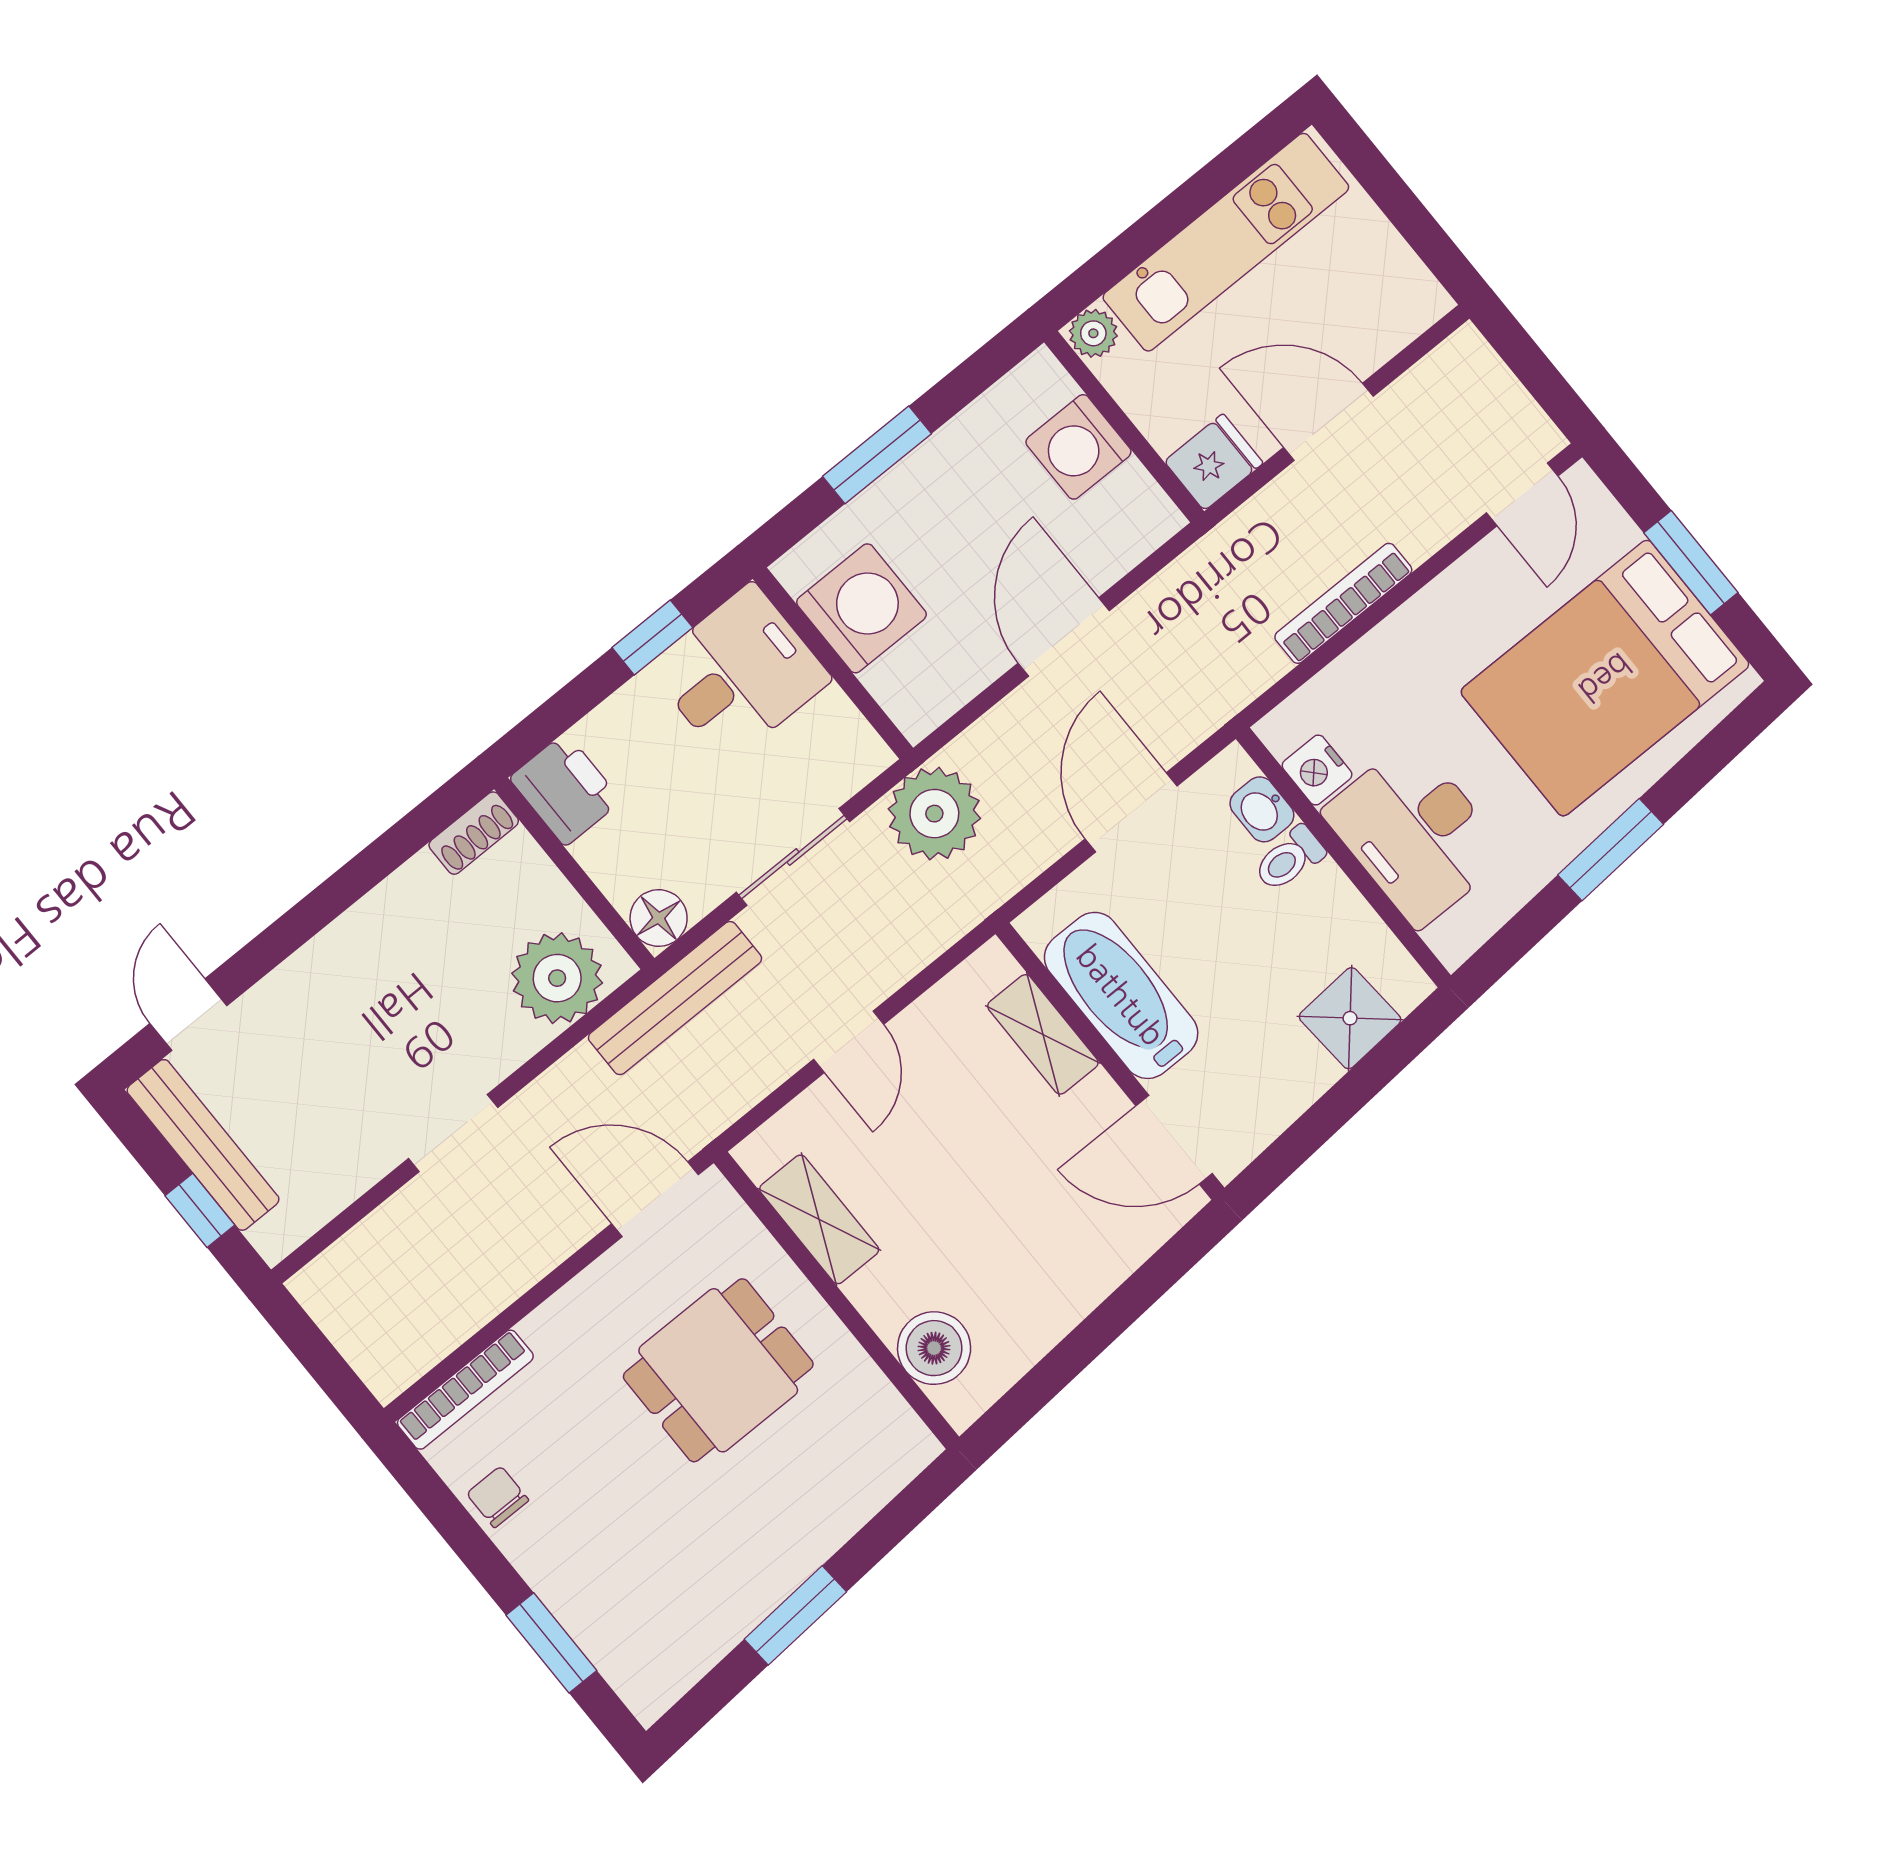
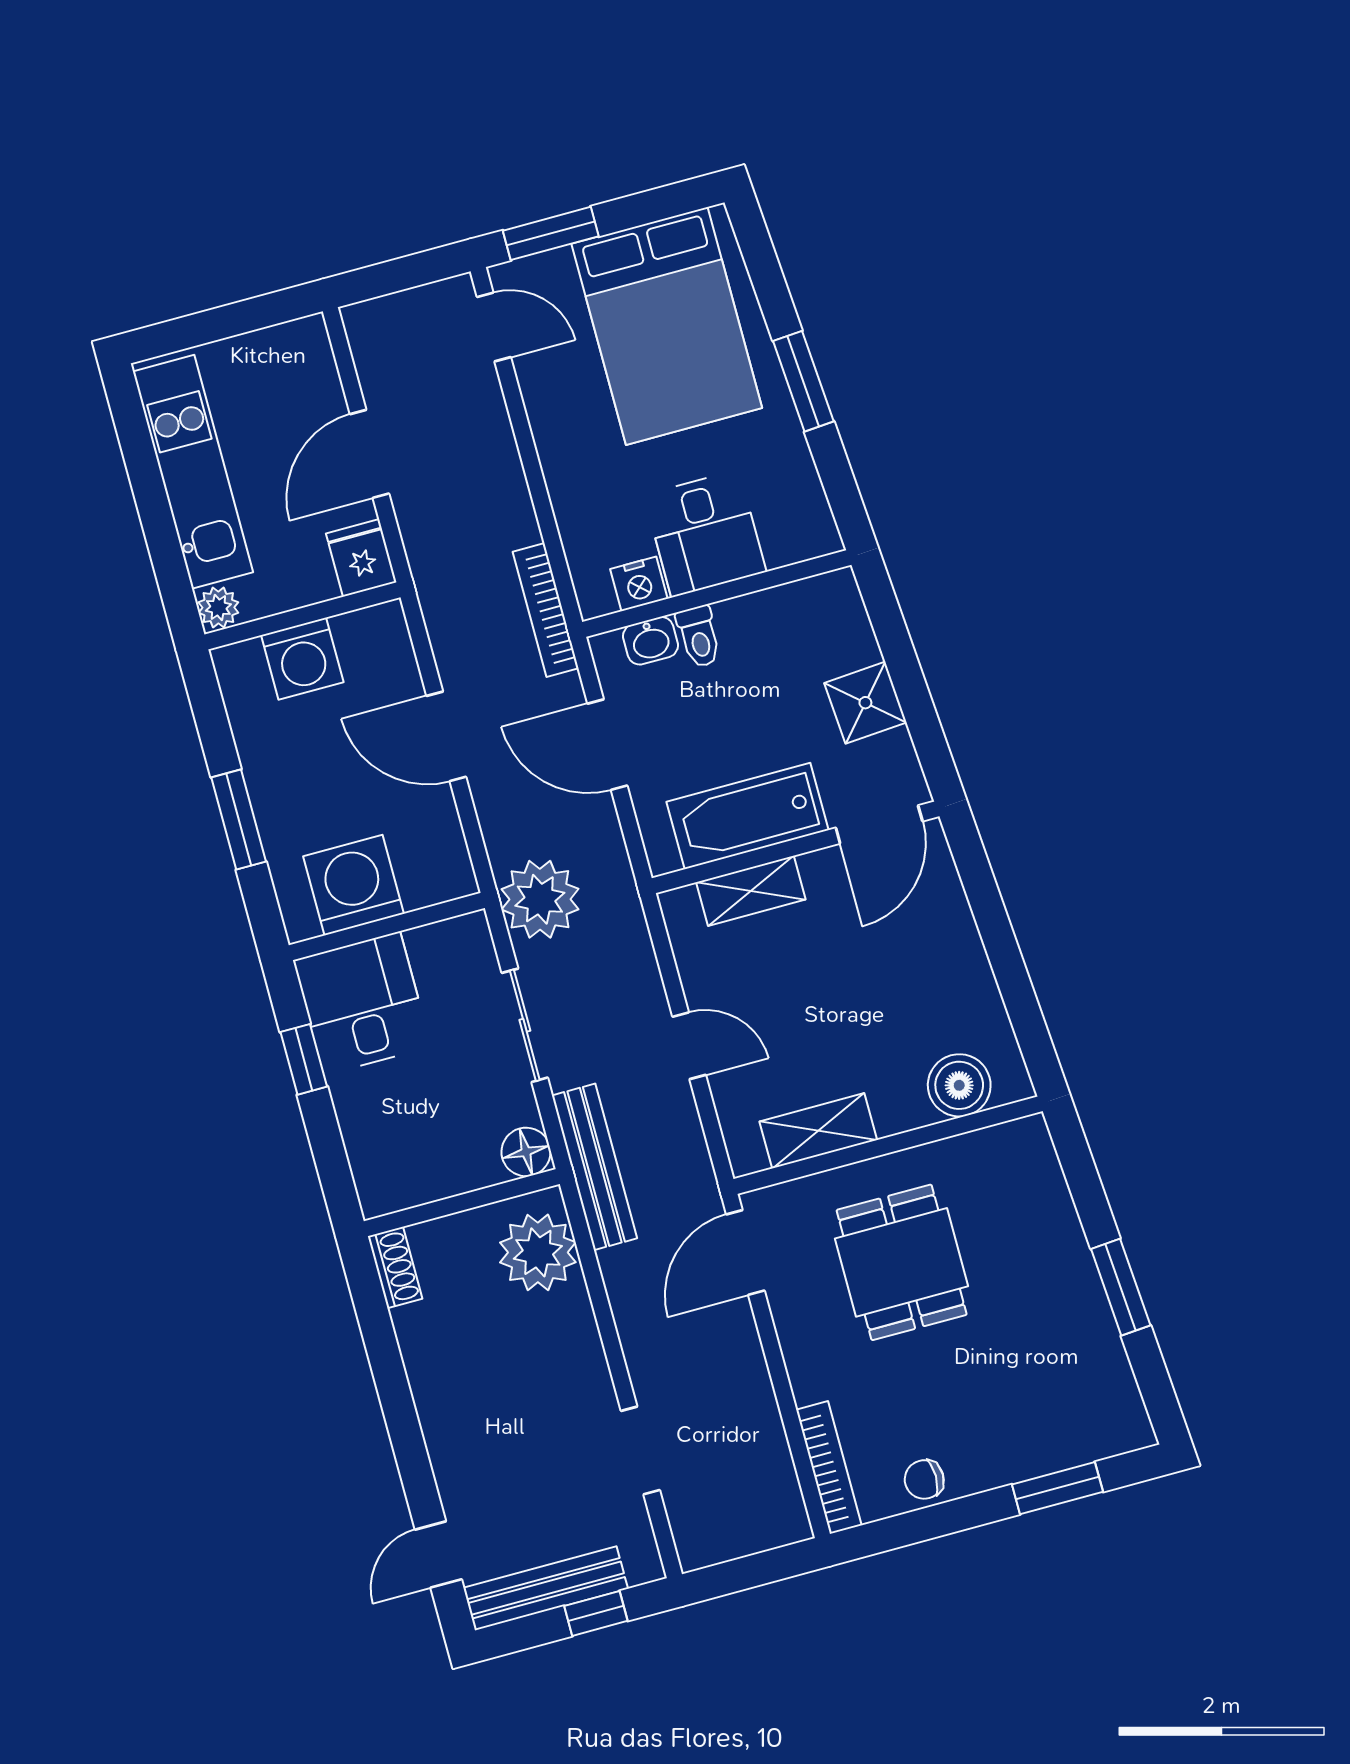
window: (1691, 563) -> (551, 233), moved
bookcase: (1343, 603) -> (546, 610), moved
printer: (565, 789) -> (393, 1180), removed
desk: (1415, 833) -> (705, 534), width x0.73
door: (188, 1015) -> (438, 1555), hinge flipped
shower: (1350, 1018) -> (865, 703), moved
doorway: (453, 1133) -> (640, 1451), moved

